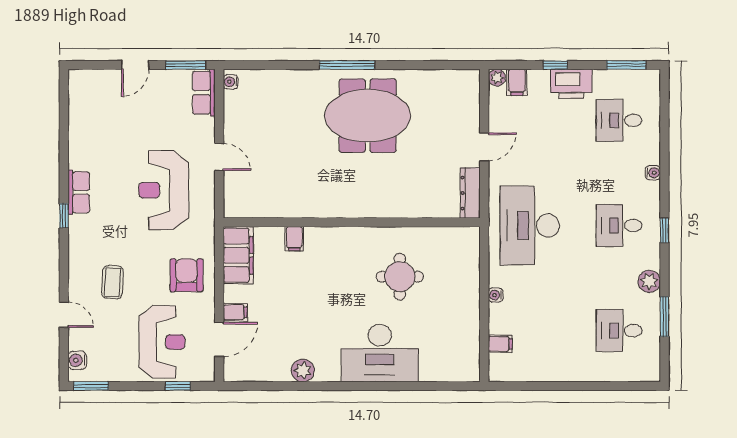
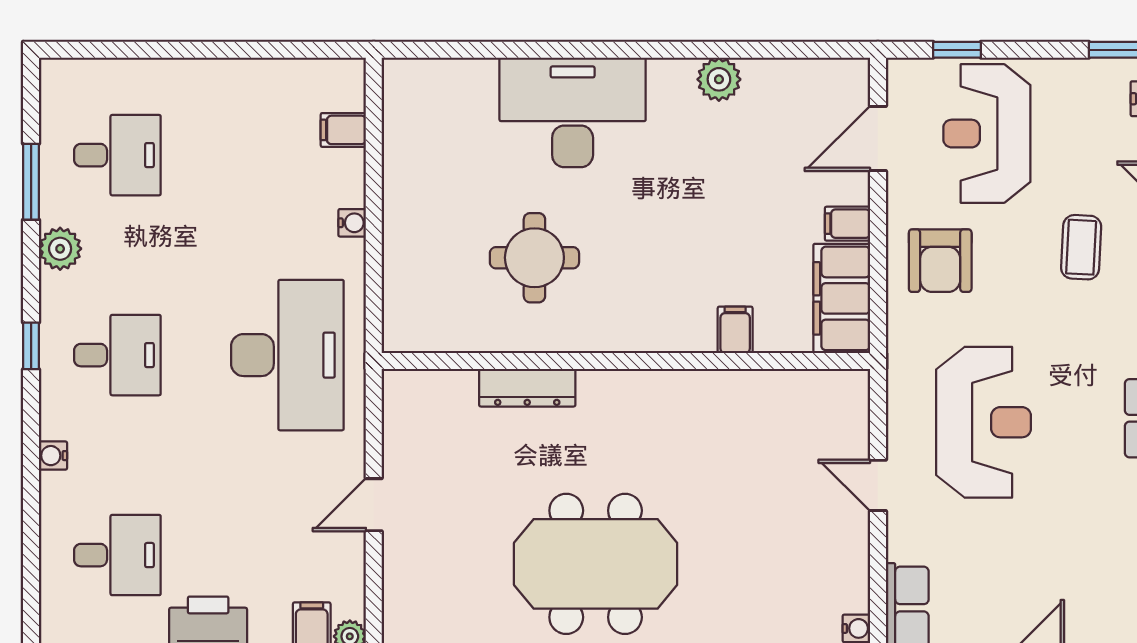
dresser: (470, 193) -> (527, 388), moved, turned 90
filing cabinet: (235, 312) -> (847, 224), moved

